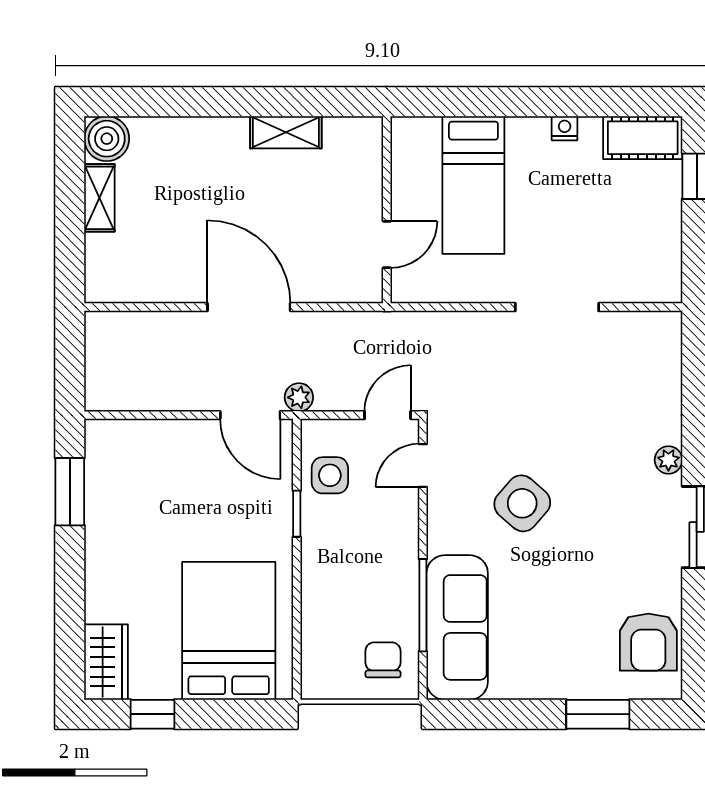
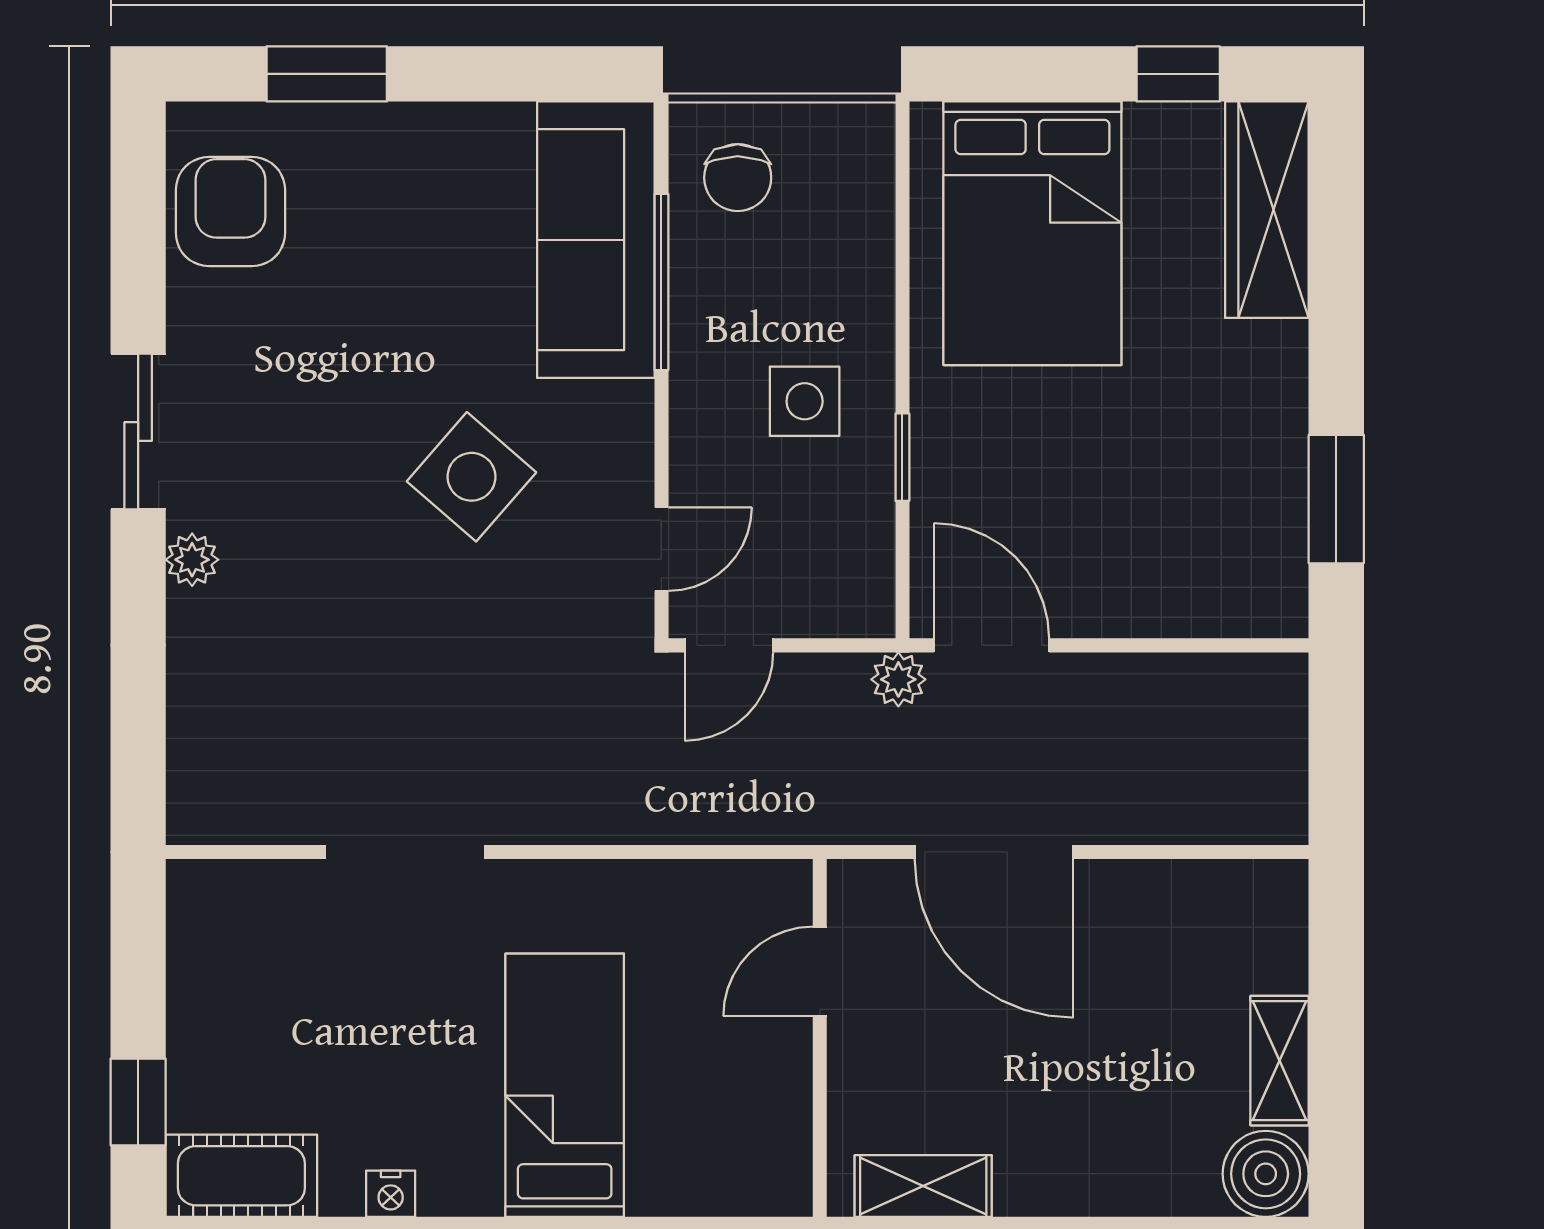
wall: (387, 210) -> (820, 1038), moved
door: (387, 245) -> (820, 971), moved
side table: (330, 475) -> (805, 401), moved
wardrobe: (106, 662) -> (1267, 210), width x1.50

